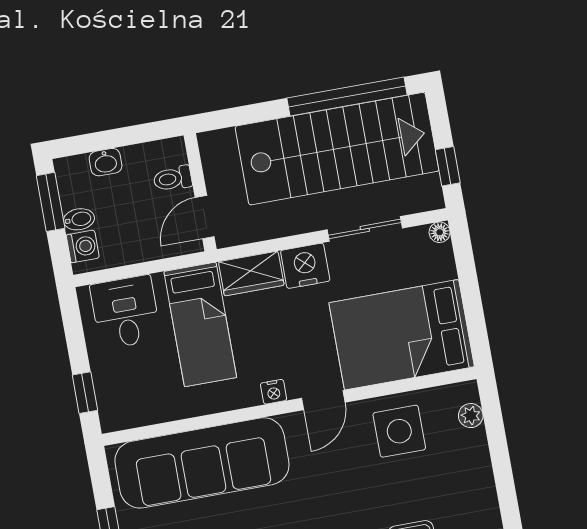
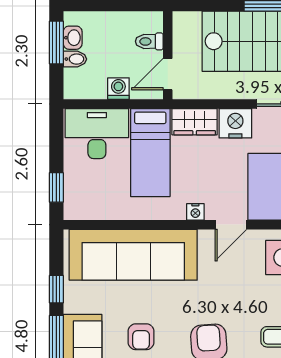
washbasin: (106, 162) -> (73, 38), moved, turned -90
washing machine: (83, 246) -> (118, 89), moved, turned -90
desk: (125, 312) -> (97, 134), width x1.37

